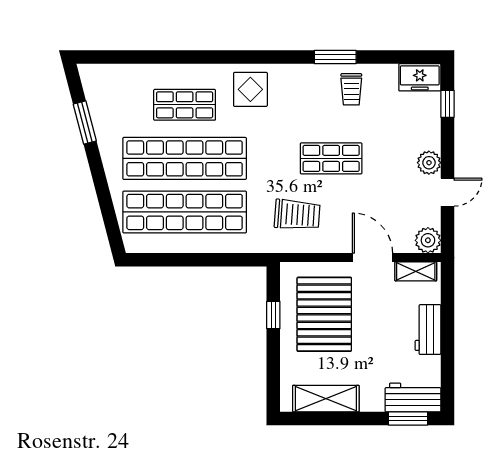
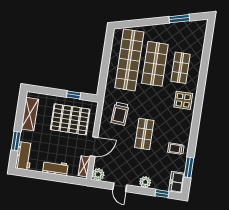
window: (335, 57) -> (189, 167), moved
shop shelf: (185, 158) -> (155, 64), width x0.71
plant: (429, 163) -> (145, 182), moved
window: (408, 418) -> (16, 141), moved

